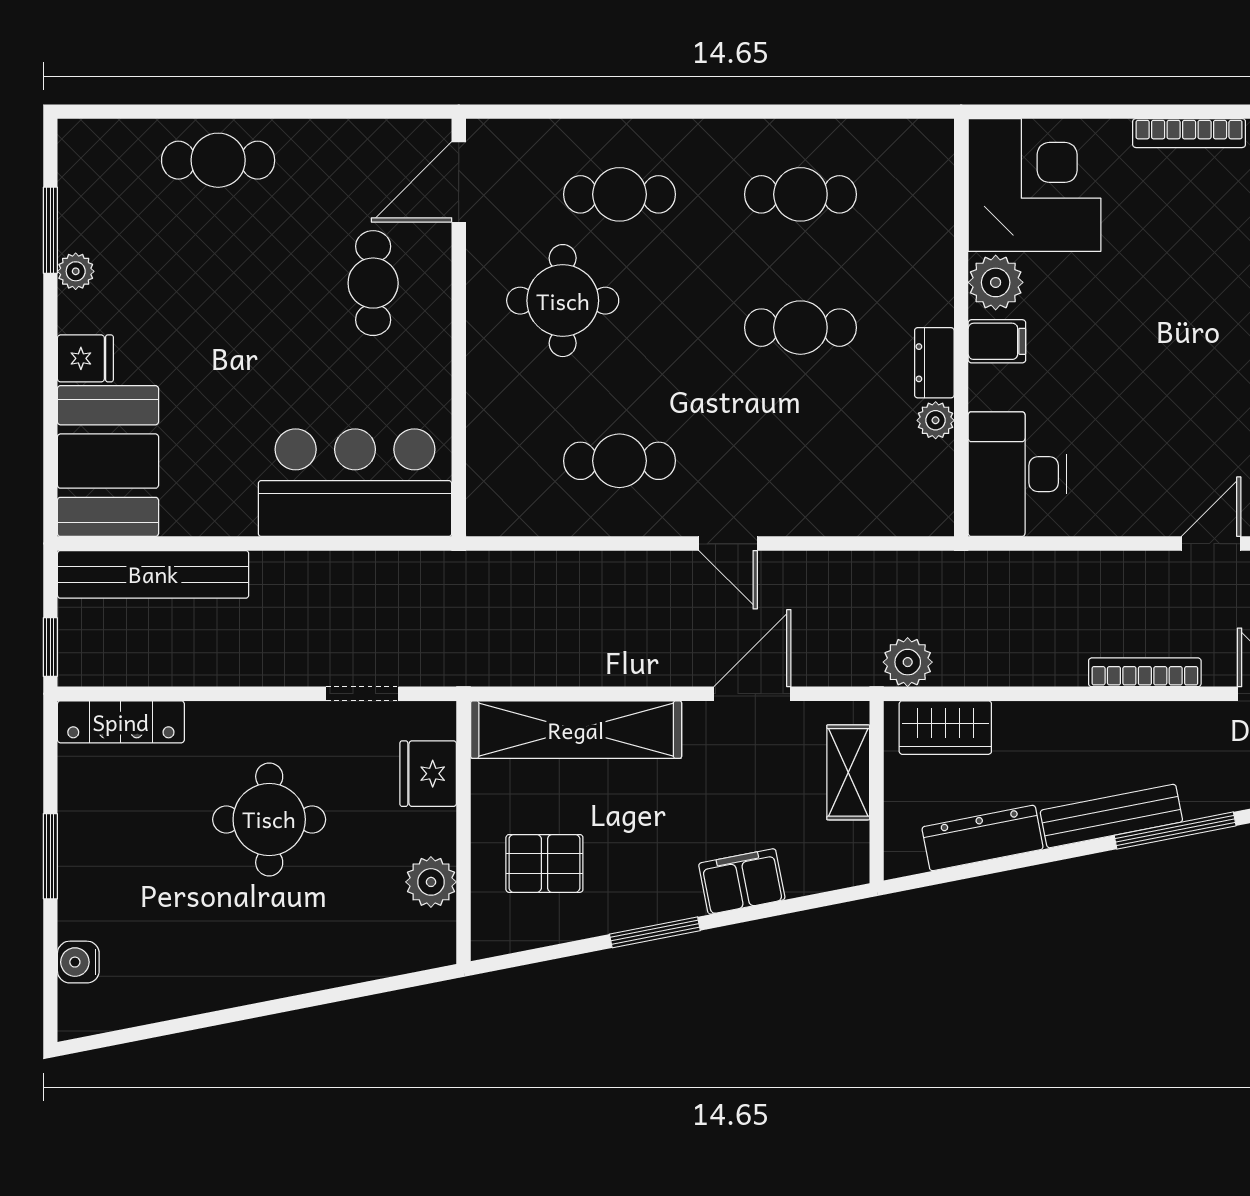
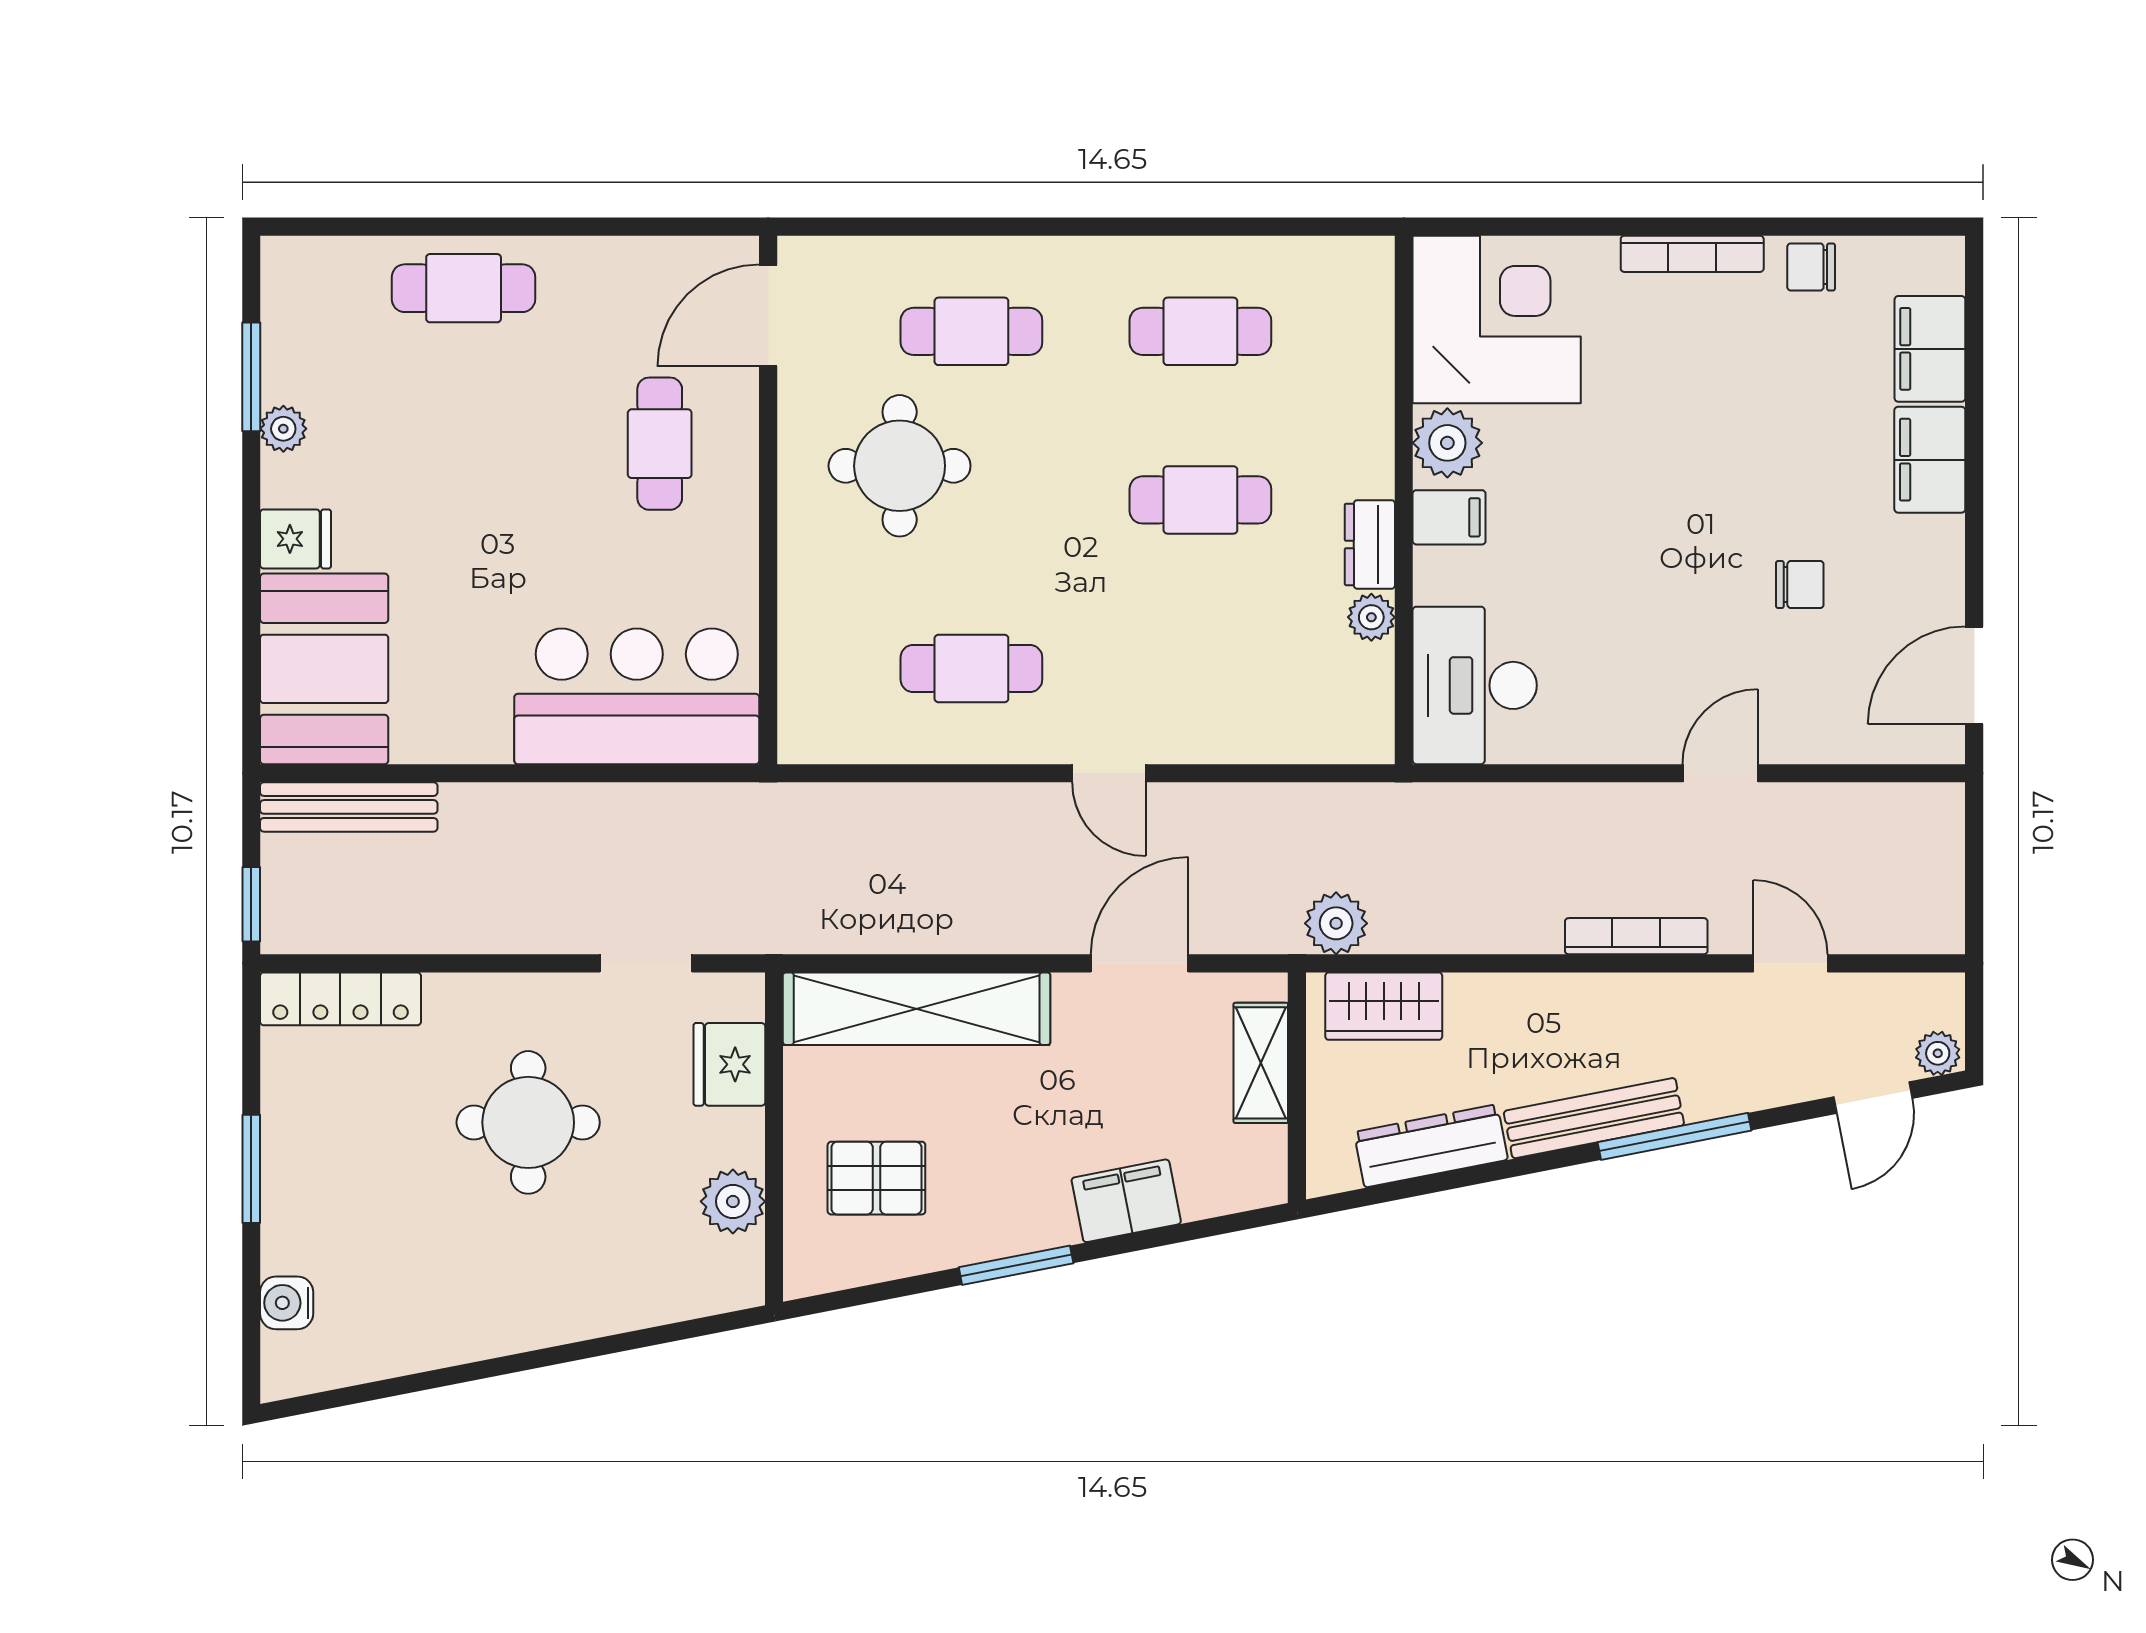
bench: (153, 574) -> (349, 807), width x0.73, depth x0.82

